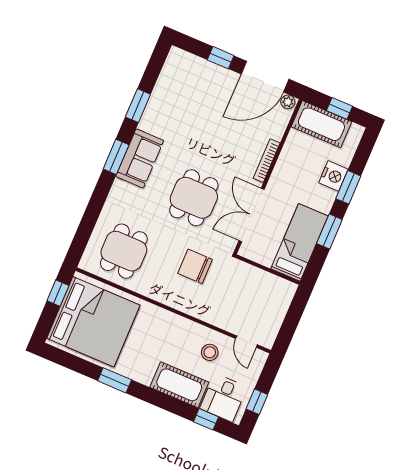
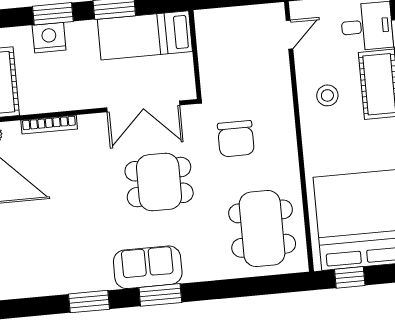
bookcase: (267, 161) -> (49, 125), moved
dining table: (124, 251) -> (262, 229), width x1.37
stool: (210, 352) -> (327, 95), moved

